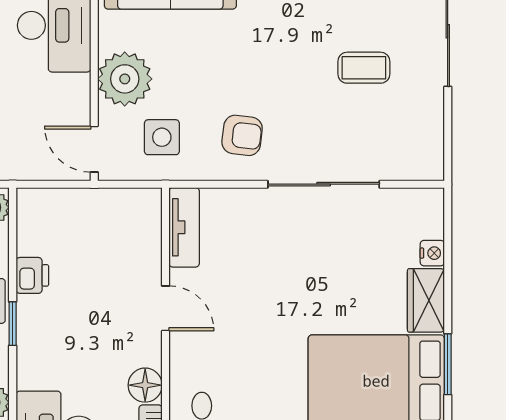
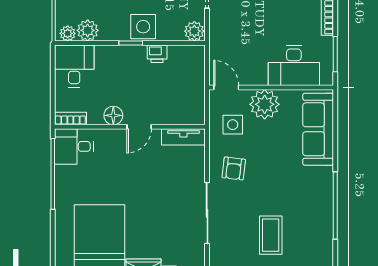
coffee table: (364, 68) -> (271, 235), width x1.36, depth x1.30
door: (94, 149) -> (226, 88), hinge flipped
floor lamp: (145, 385) -> (113, 115), moved

